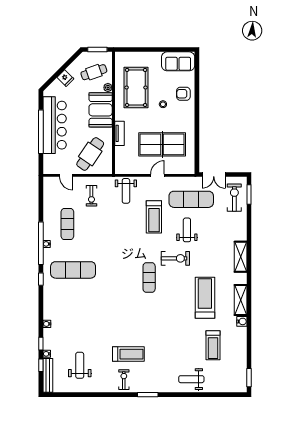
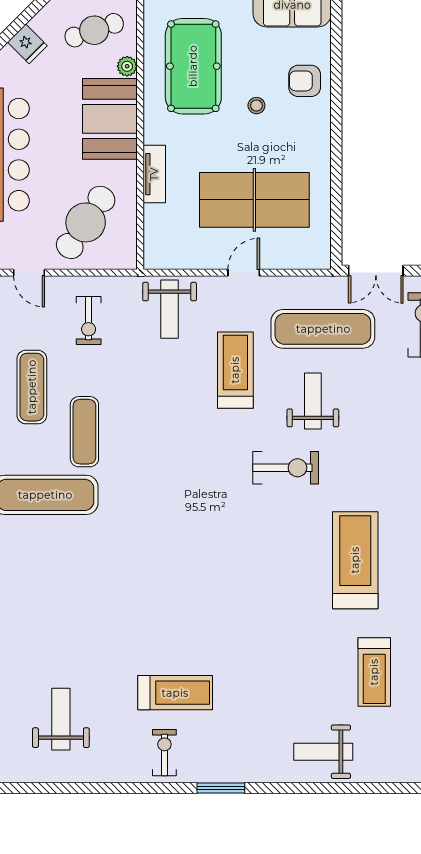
treadmill: (154, 217) -> (235, 370), turned 180
exercise mat: (149, 278) -> (84, 432), moved

